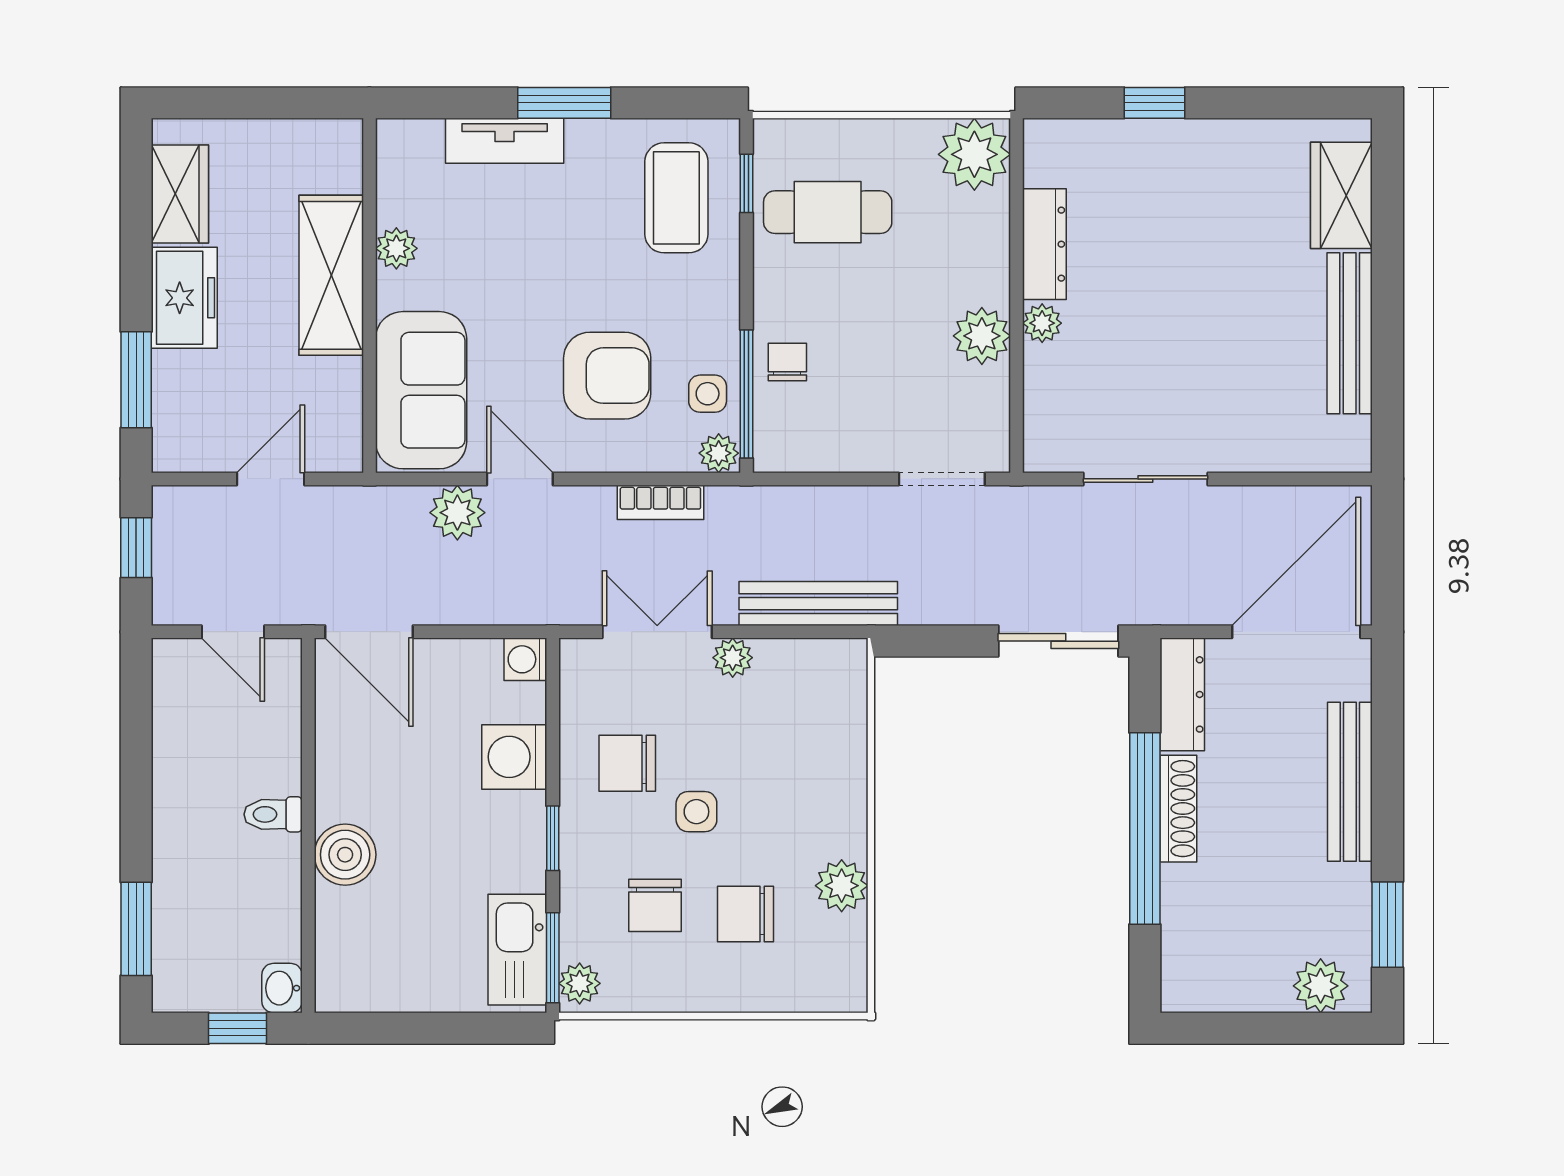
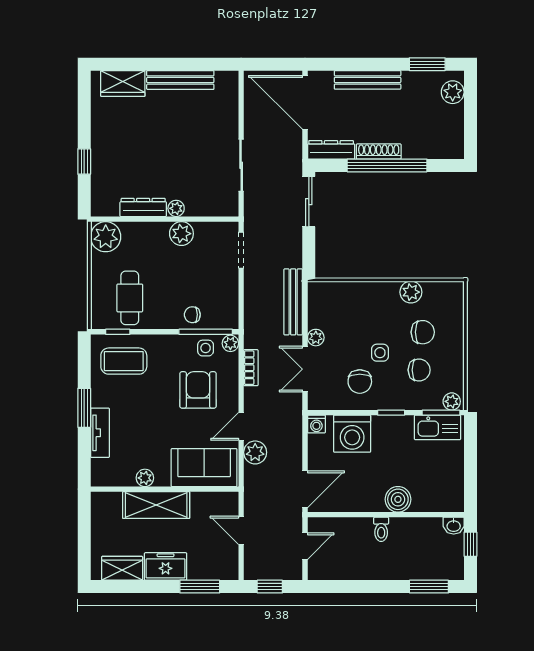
washing machine: (514, 757) -> (352, 434), width x1.37, depth x1.37
chair: (745, 914) -> (423, 332), turned -90

